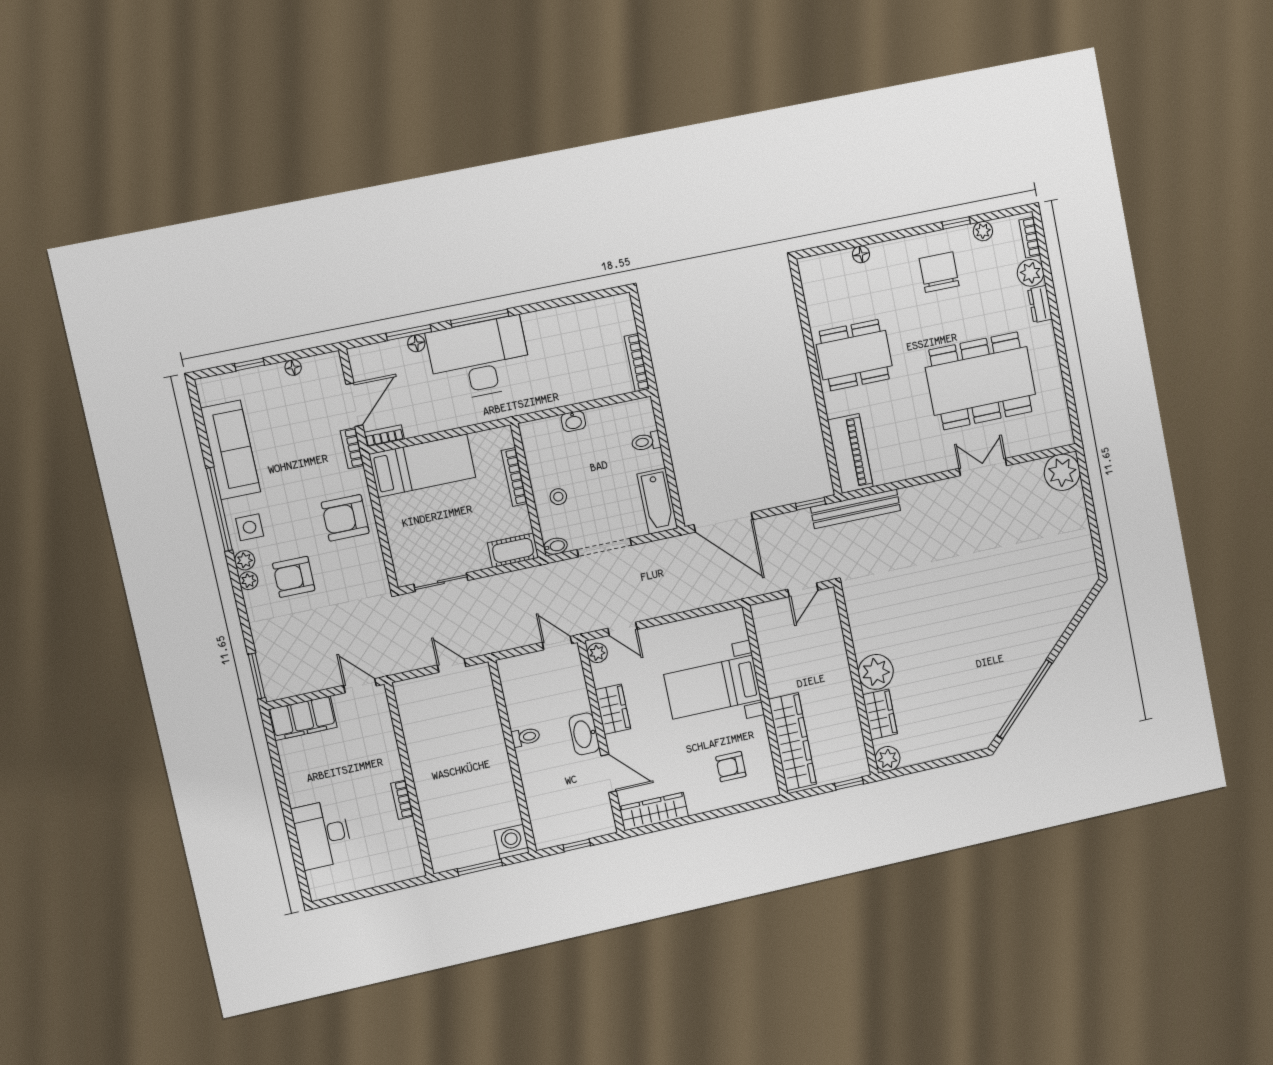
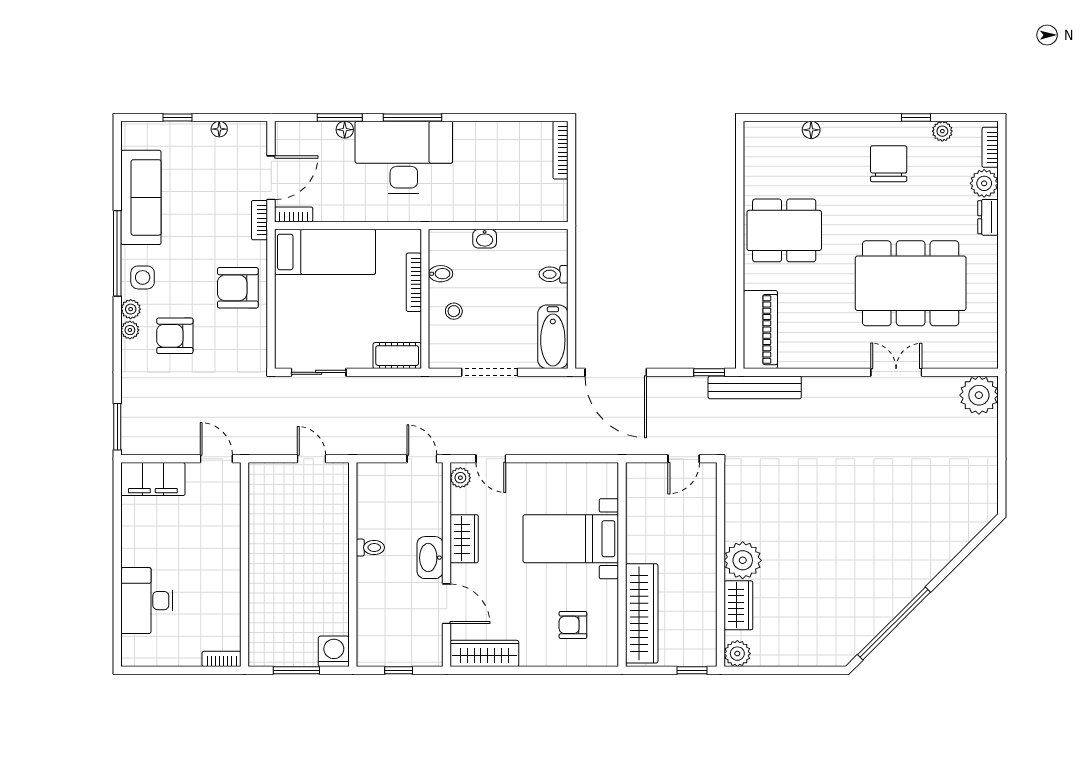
bookcase: (637, 363) -> (560, 150), moved
bidet: (555, 546) -> (441, 274), moved
bookcase: (402, 800) -> (222, 659), moved, turned 90

